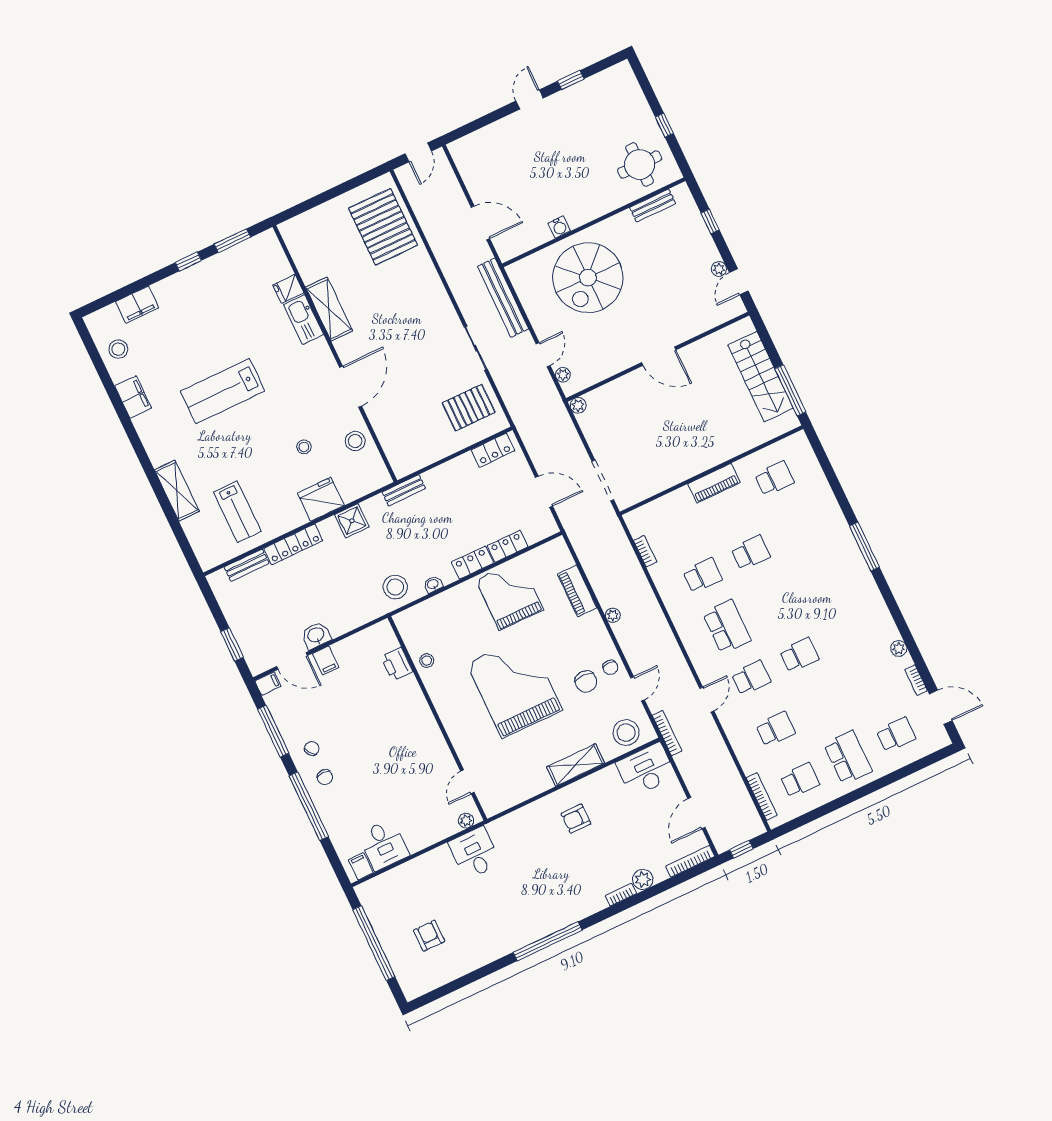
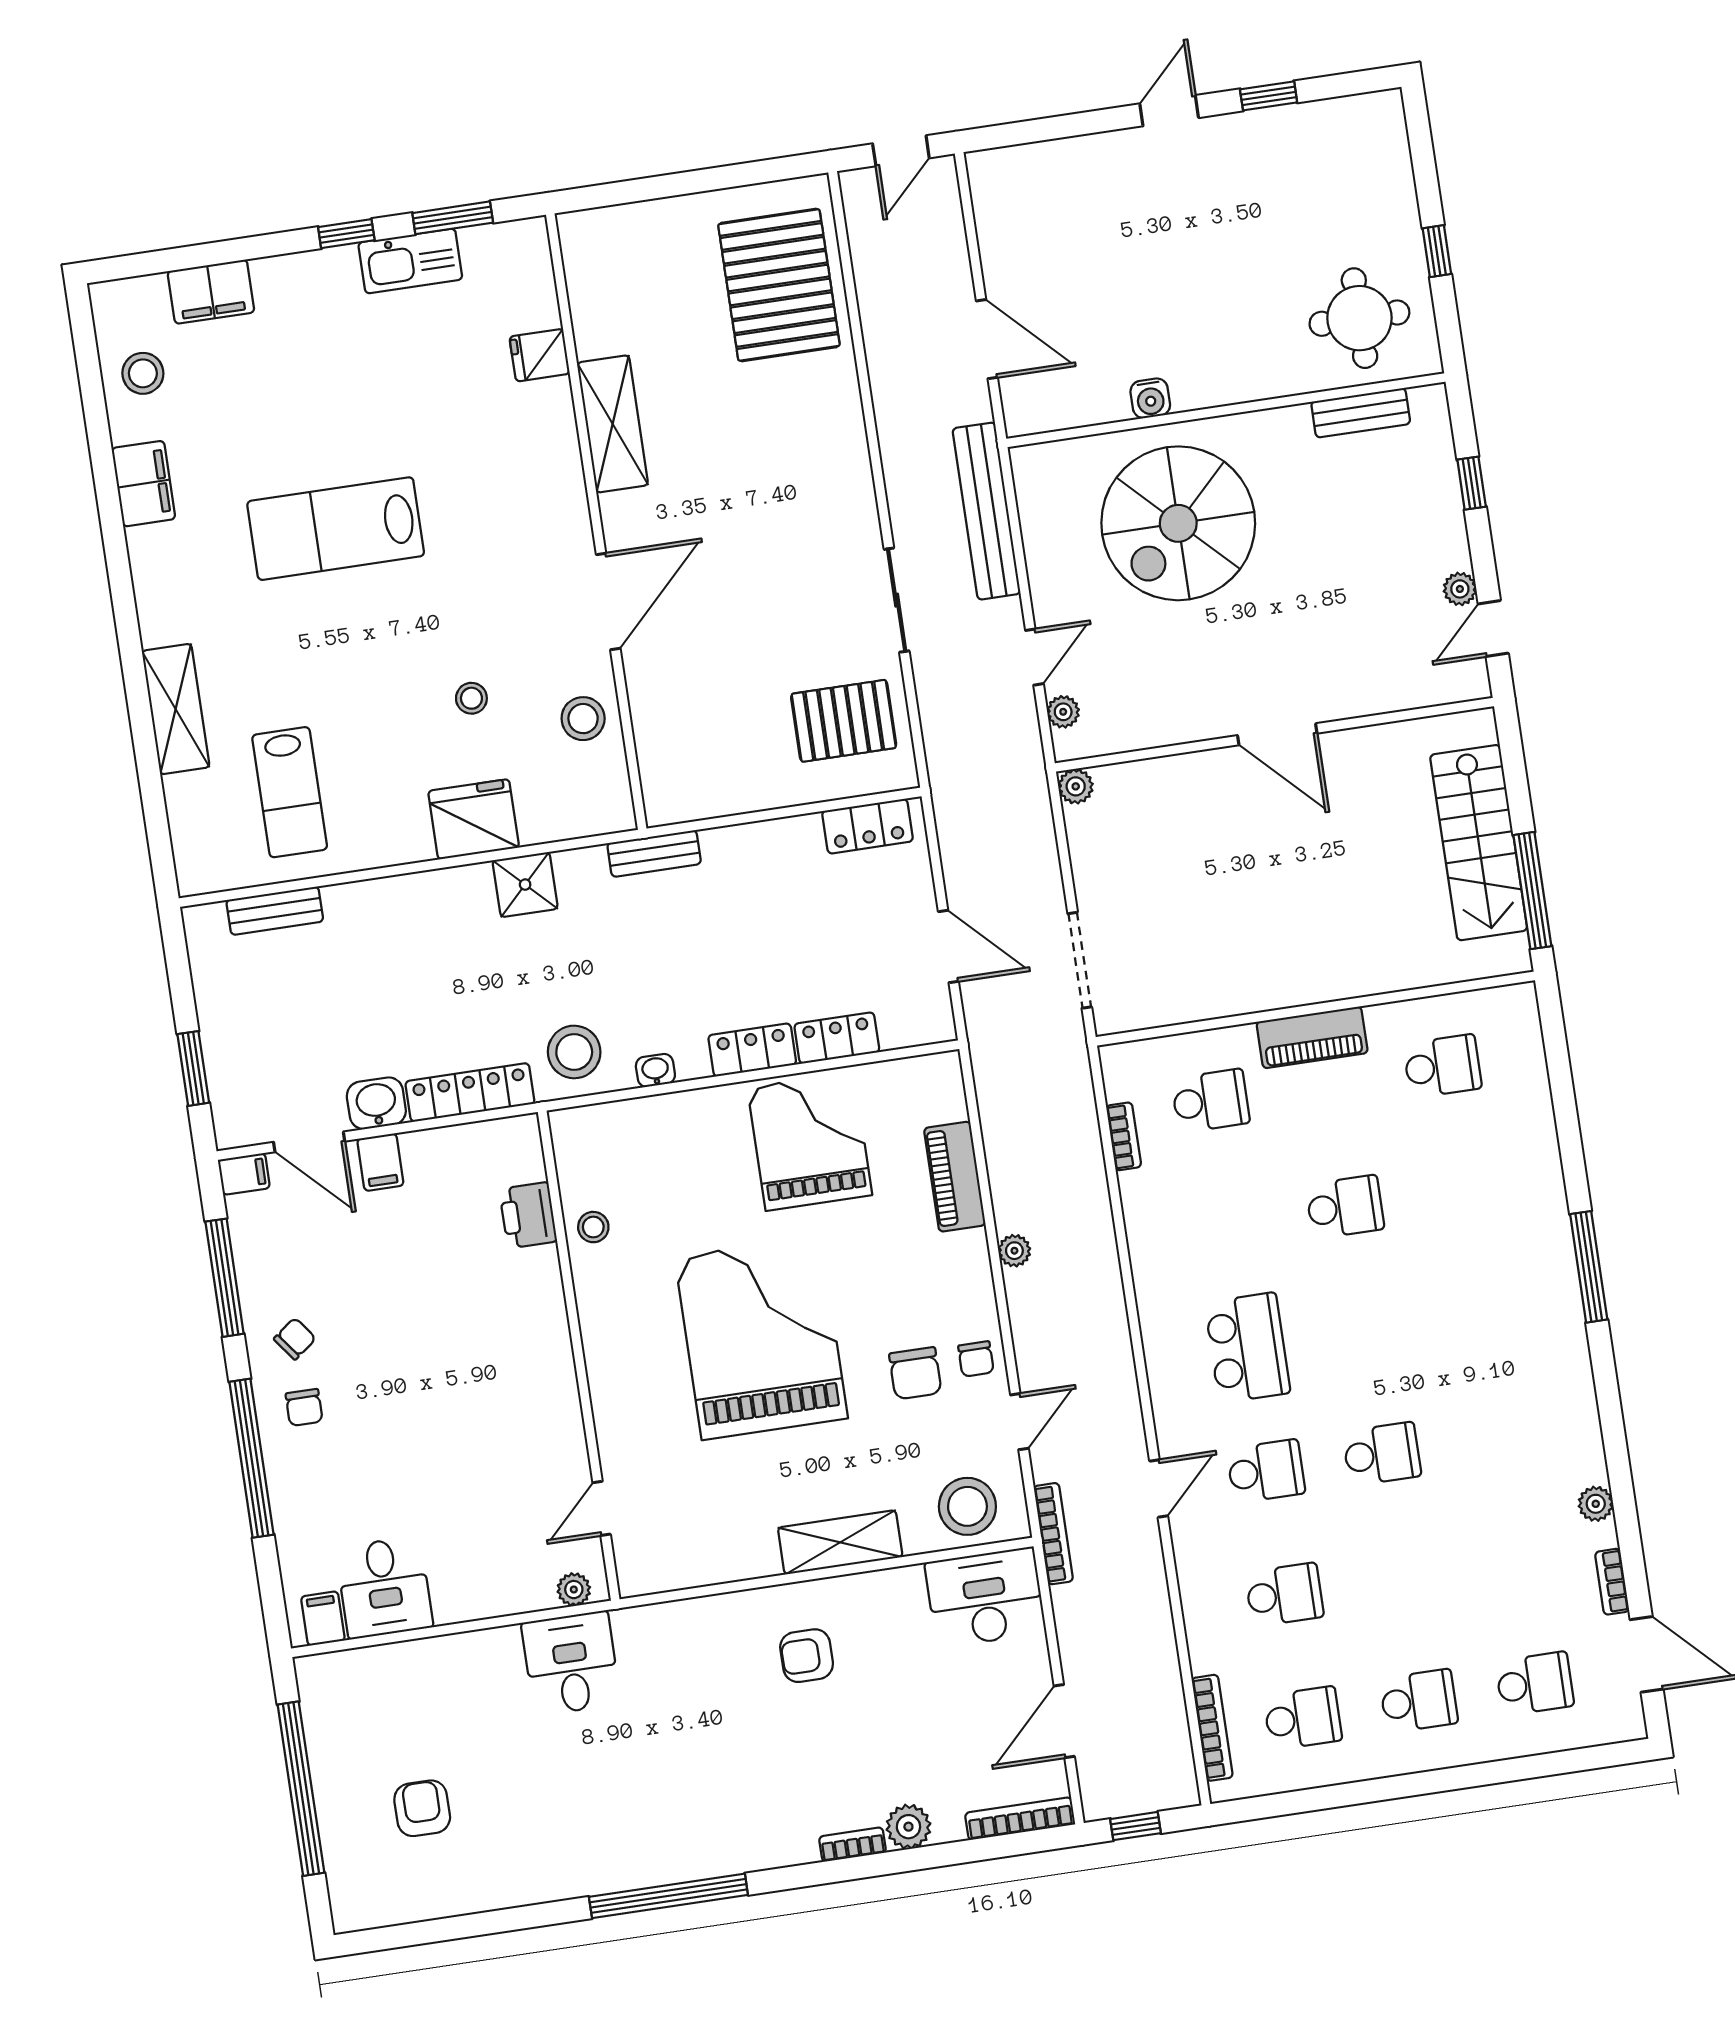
kitchen sink: (303, 319) -> (410, 261), moved, turned -90
locker: (293, 544) -> (470, 1092), moved, turned 180
school desk: (702, 575) -> (1211, 1101), moved
school desk: (848, 757) -> (1419, 1701), width x0.54

